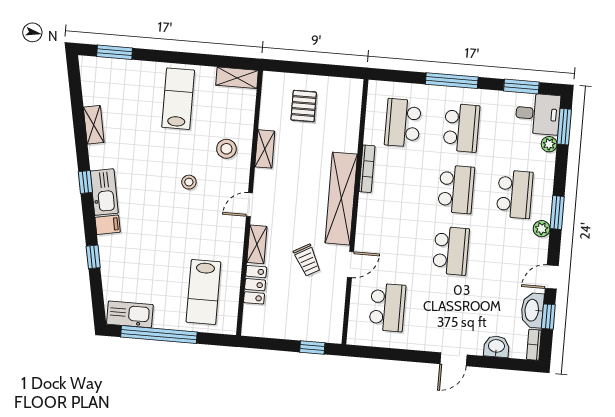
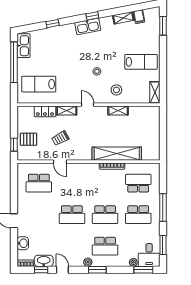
pallet: (304, 106) -> (29, 139), moved
shelving: (341, 199) -> (117, 154), moved
filing cabinet: (108, 225) -> (139, 17), moved

